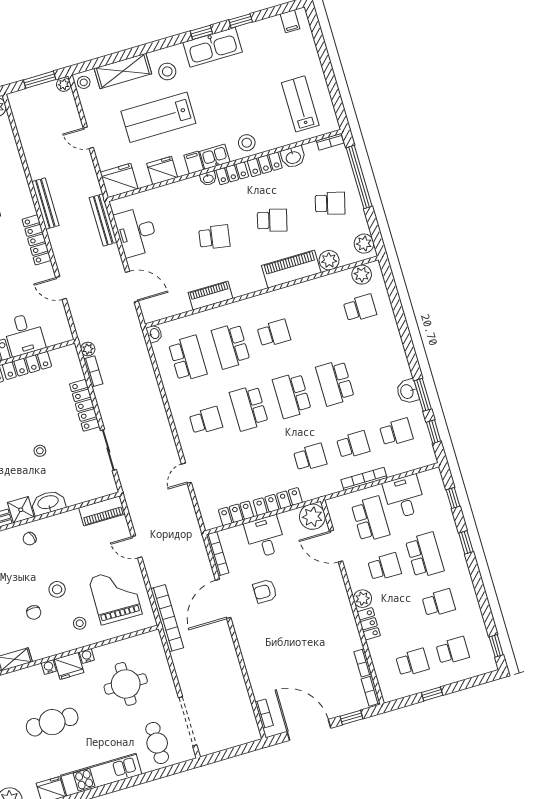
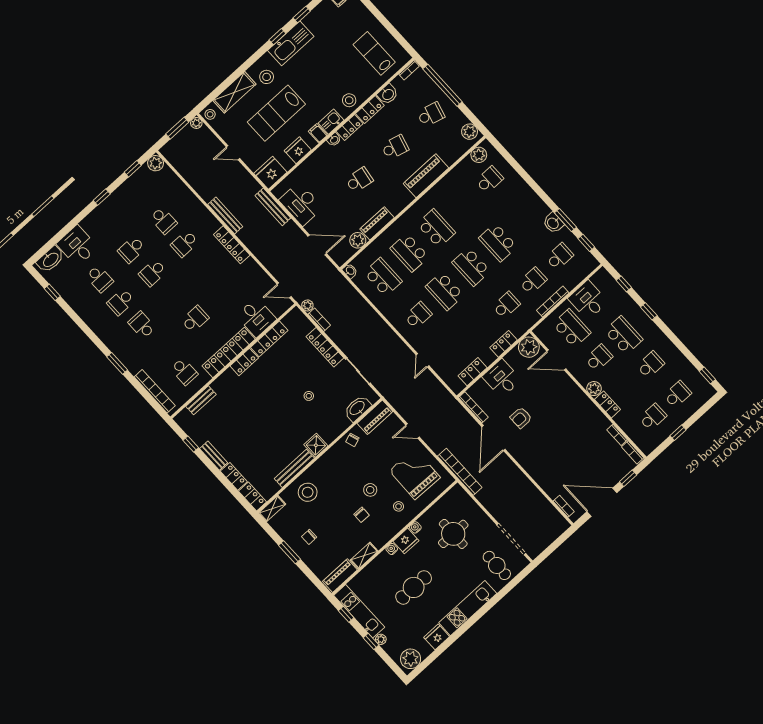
plant: (329, 260) -> (358, 240), moved
door: (61, 288) -> (284, 290), moved
school desk: (274, 333) -> (436, 228), width x1.85
locker: (278, 502) -> (504, 344), width x0.66
washbasin: (48, 503) -> (357, 408), moved
chair: (30, 539) -> (352, 440), moved

